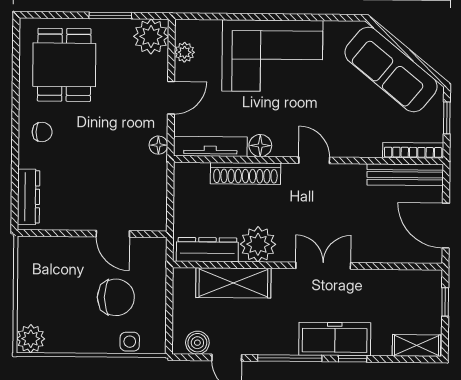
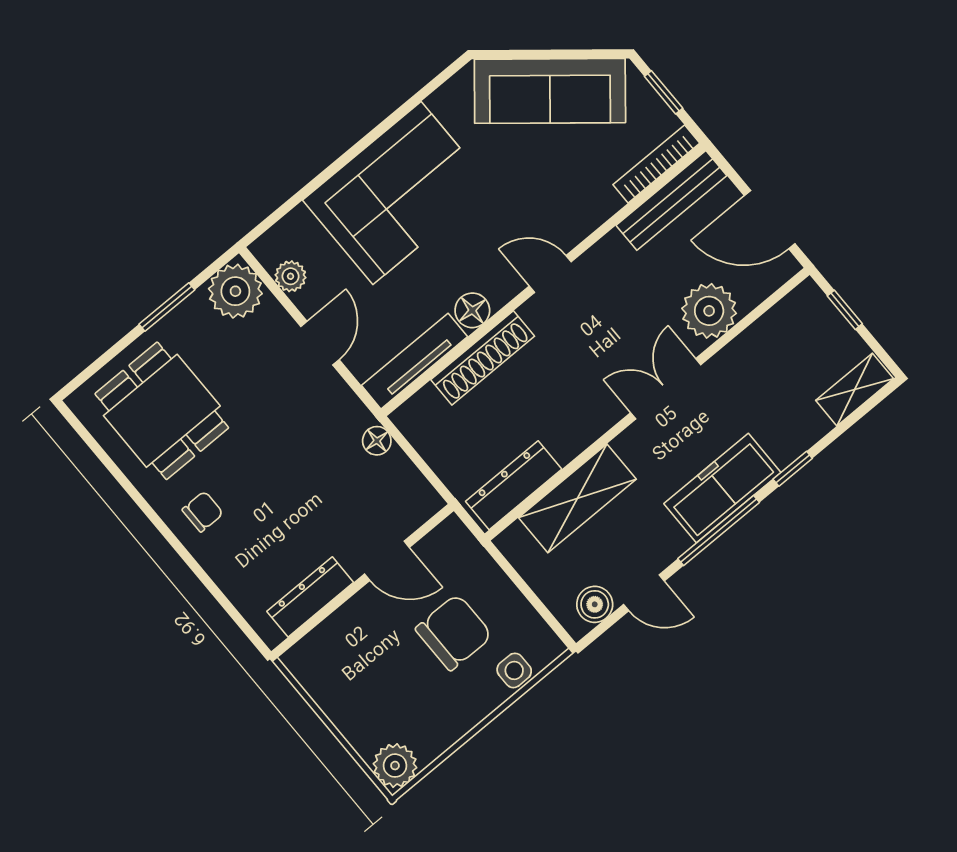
floor lamp: (158, 145) -> (377, 441), moved
dresser: (29, 197) -> (310, 597), moved, turned -90
plant: (258, 244) -> (709, 311), moved
freezer: (335, 339) -> (722, 488), moved

